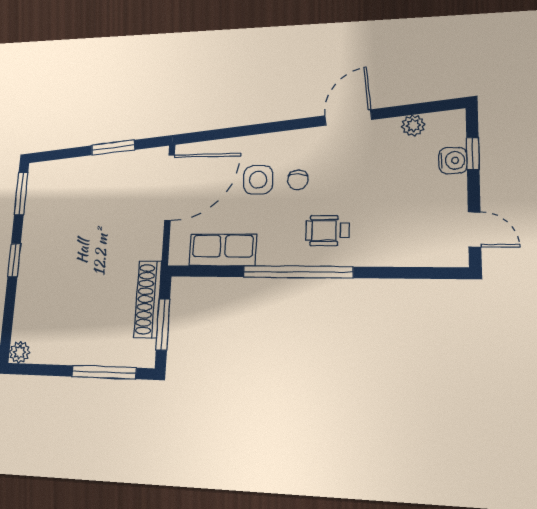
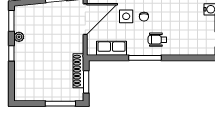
window: (298, 272) -> (145, 58), width x0.68
plant: (20, 352) -> (19, 37), moved

